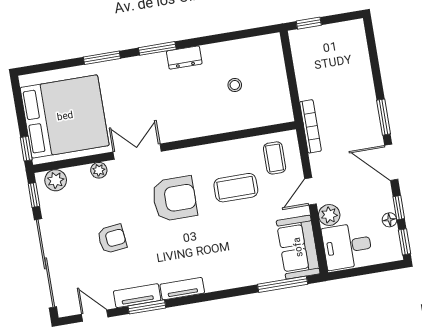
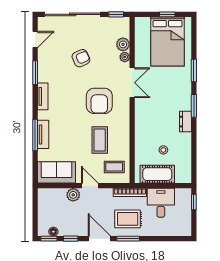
cot: (274, 88) -> (157, 174), added
bed: (65, 116) -> (167, 41), width x0.73
rug: (353, 123) -> (128, 219), added
window: (26, 149) -> (167, 14), moved
door: (391, 162) -> (99, 239), hinge flipped
plant: (56, 180) -> (123, 44), moved
floor lamp: (389, 220) -> (53, 232), moved
armchair: (112, 239) -> (81, 58), turned -108
desk: (347, 246) -> (161, 203), moved
window: (283, 284) -> (35, 135), moved
tv unit: (137, 296) -> (43, 134), moved

